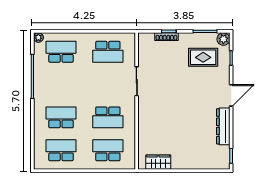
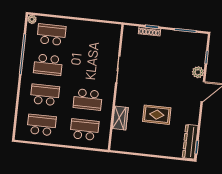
plant: (223, 39) -> (198, 72), moved
school desk: (108, 52) -> (48, 65), moved
rug: (203, 57) -> (157, 115), moved
dresser: (223, 126) -> (190, 142), moved
wardrobe: (158, 162) -> (120, 118), moved, turned 90

